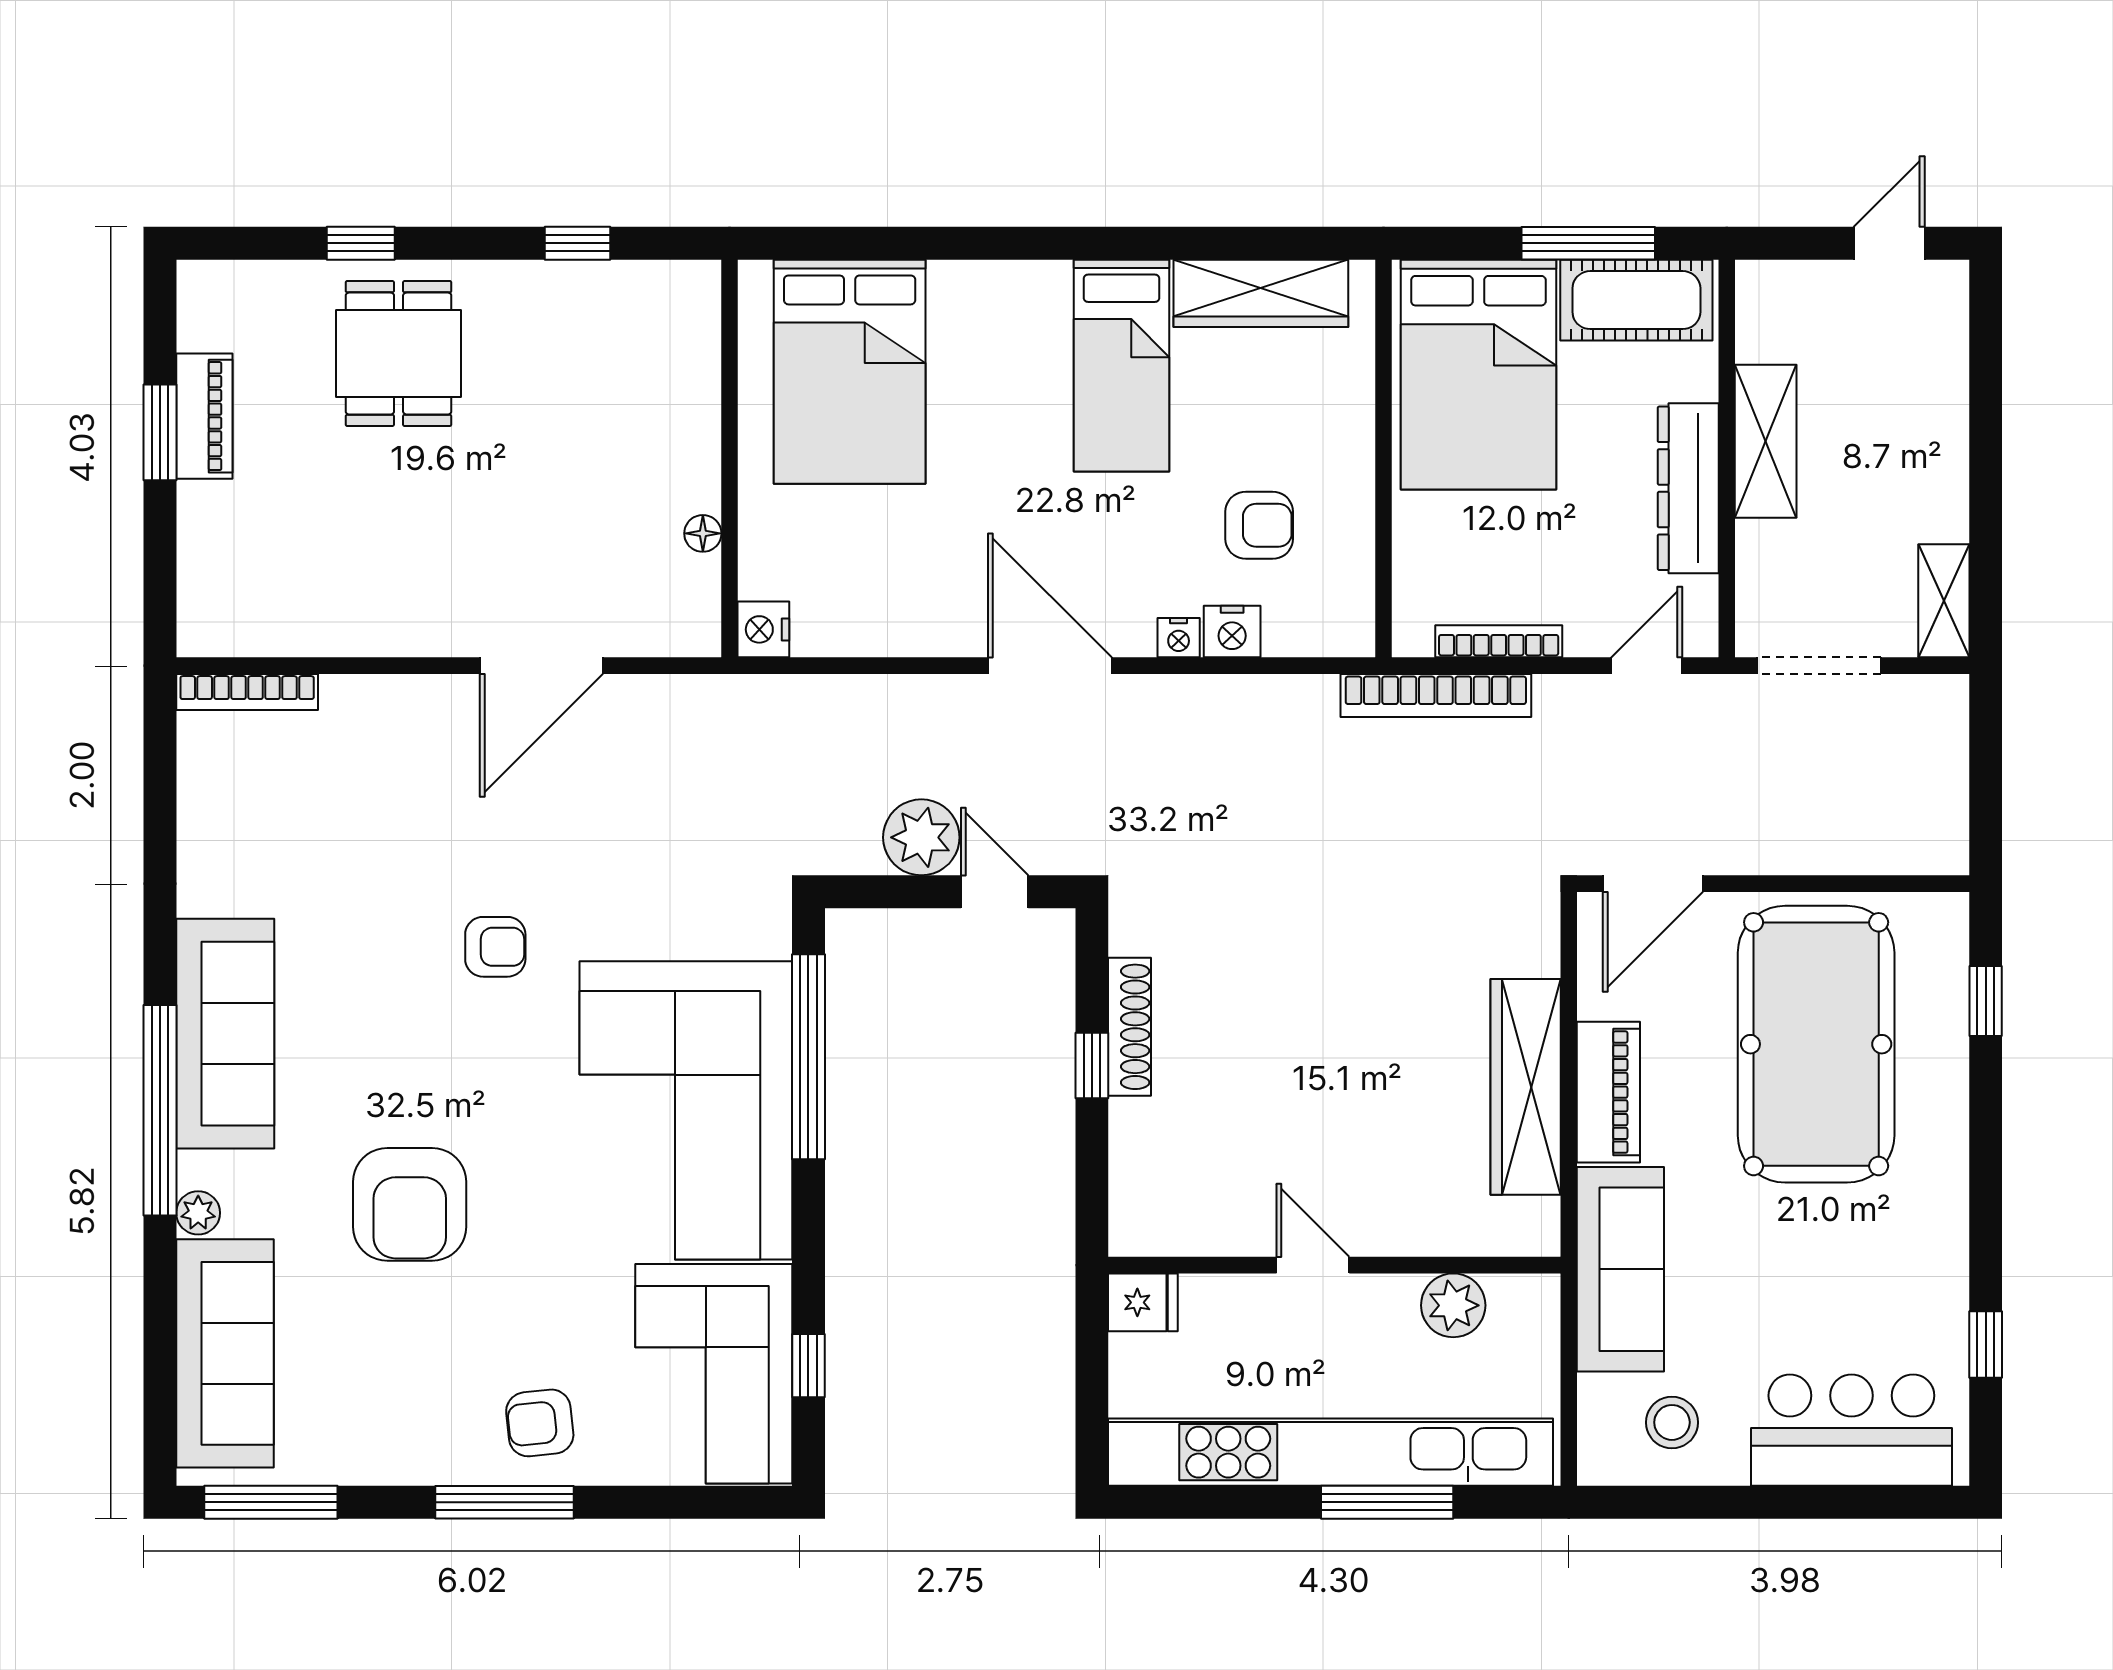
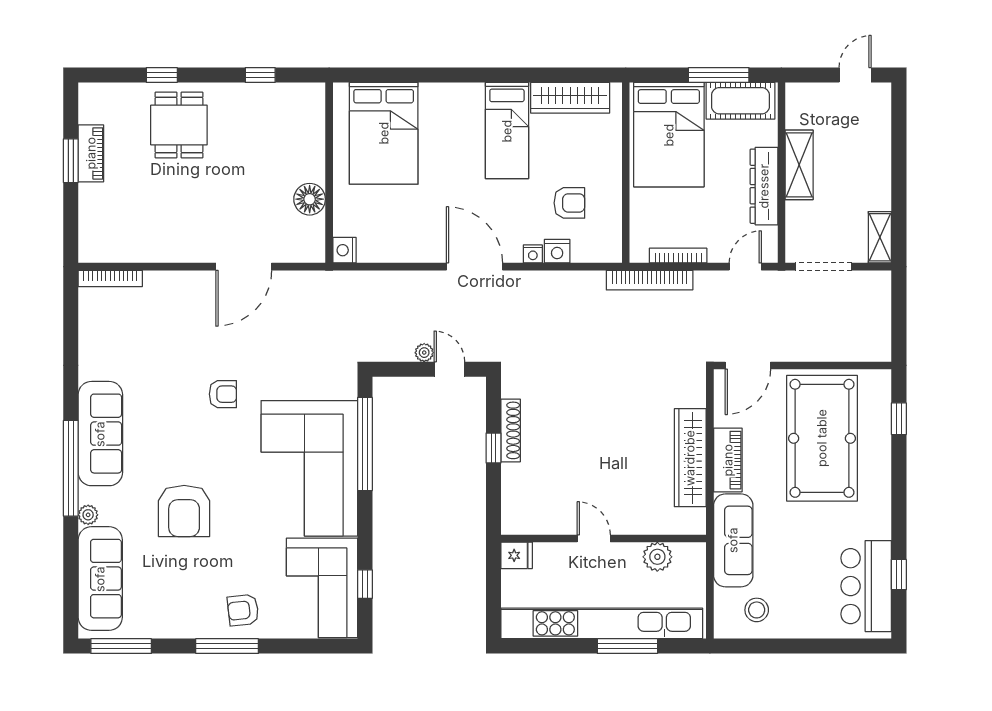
floor lamp: (703, 533) -> (310, 199), width x1.89, depth x1.89
plant: (921, 837) -> (424, 353), width x0.53, depth x0.53
bar counter: (1851, 1430) -> (866, 586), moved, turned -90

